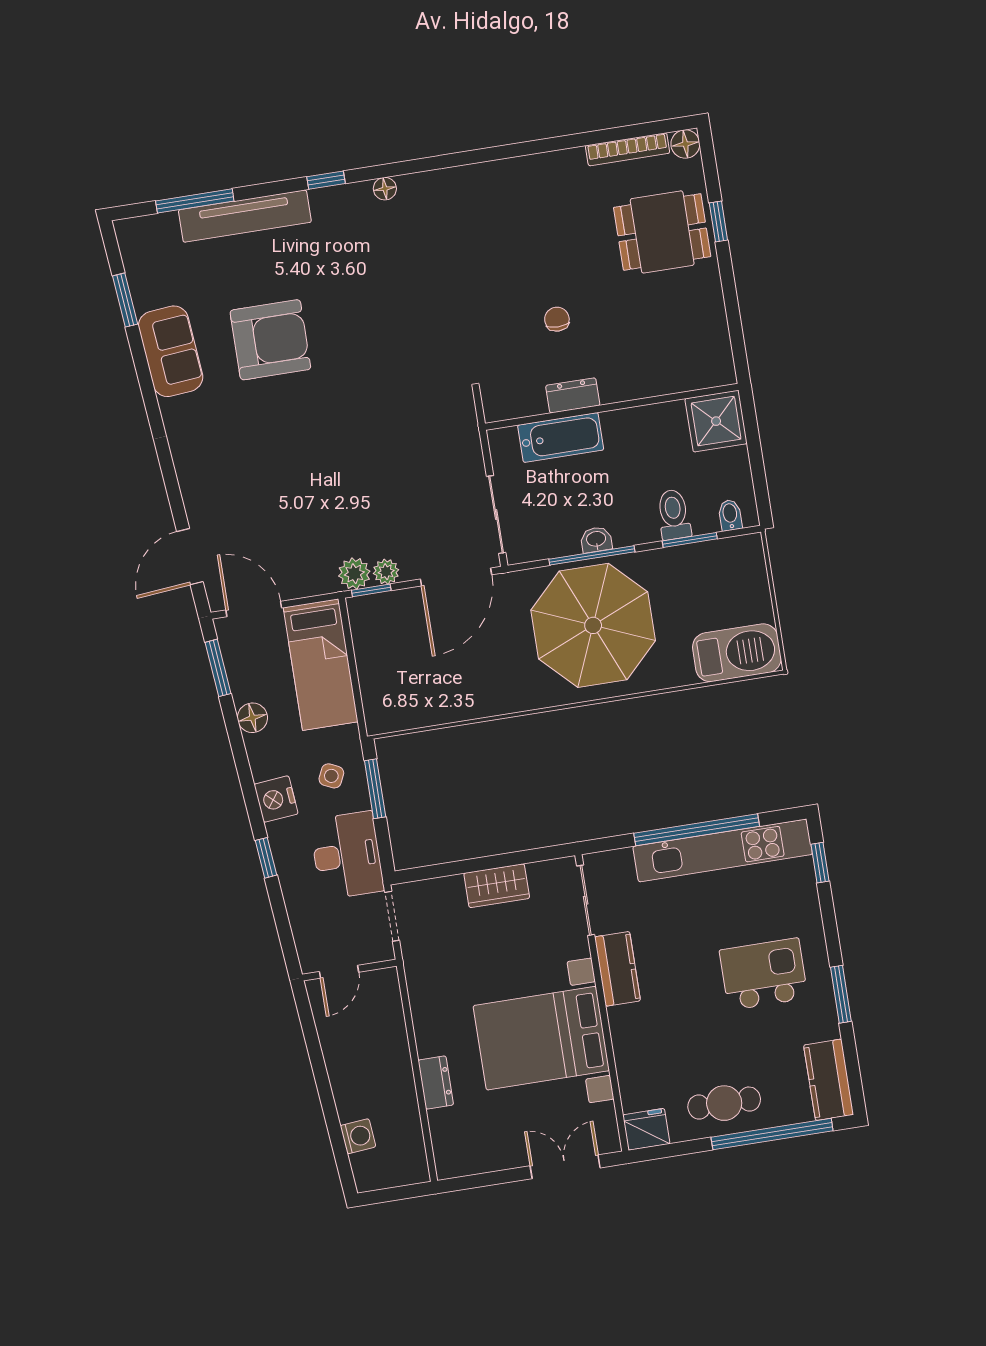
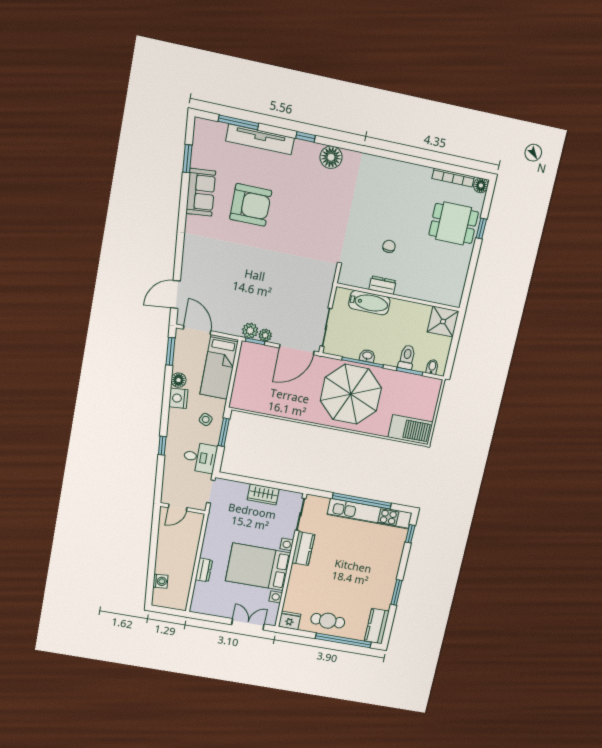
floor lamp: (385, 189) -> (331, 157), width x1.89, depth x1.89
nightstand: (276, 799) -> (178, 398), moved
desk: (347, 855) -> (200, 457), width x0.73
kitchen island: (764, 974) -> (366, 573), removed

